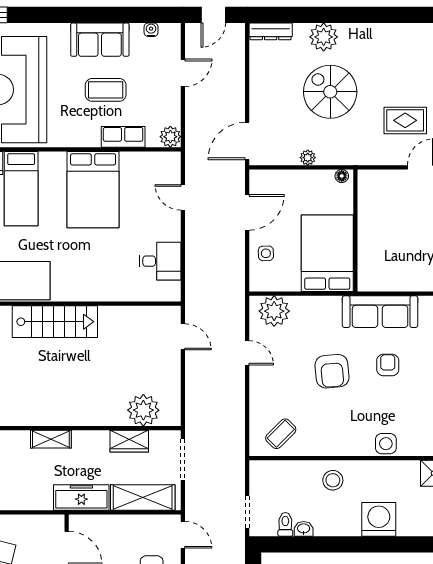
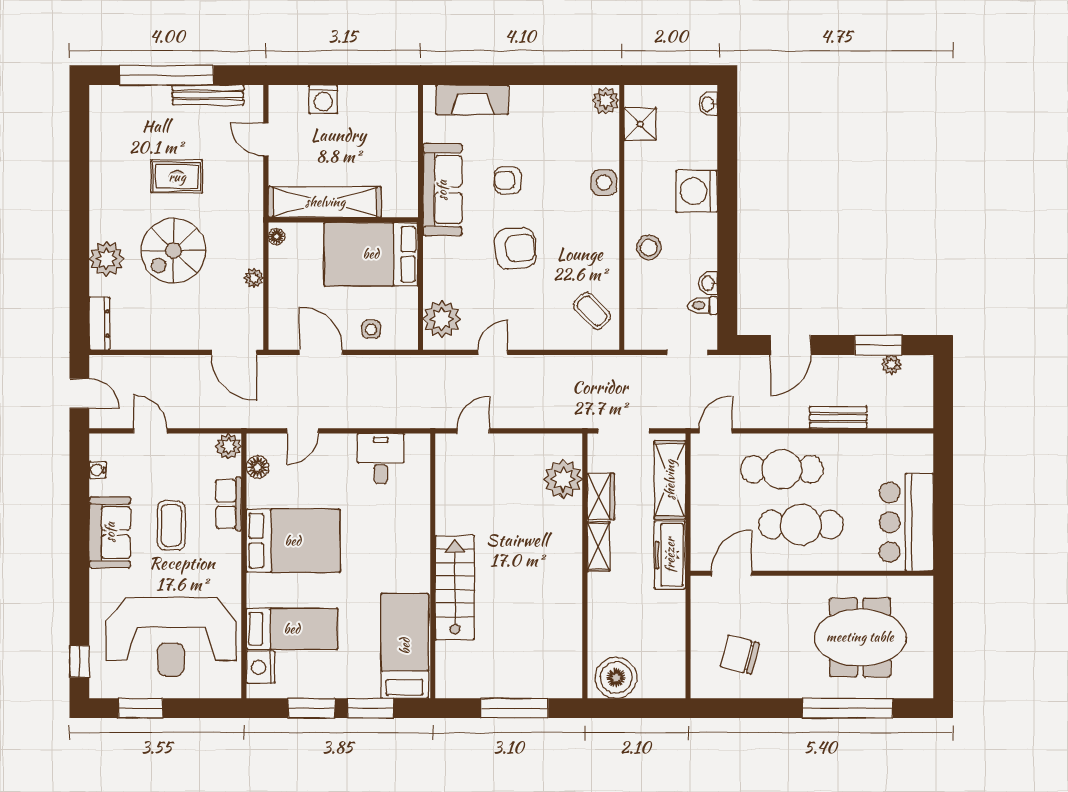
rug: (405, 120) -> (177, 177), moved, turned 90
floor lamp: (153, 161) -> (258, 467), added
shelving: (370, 215) -> (325, 202), added
shelving: (51, 439) -> (598, 546), moved

